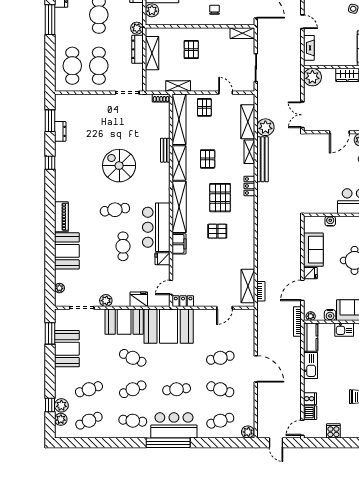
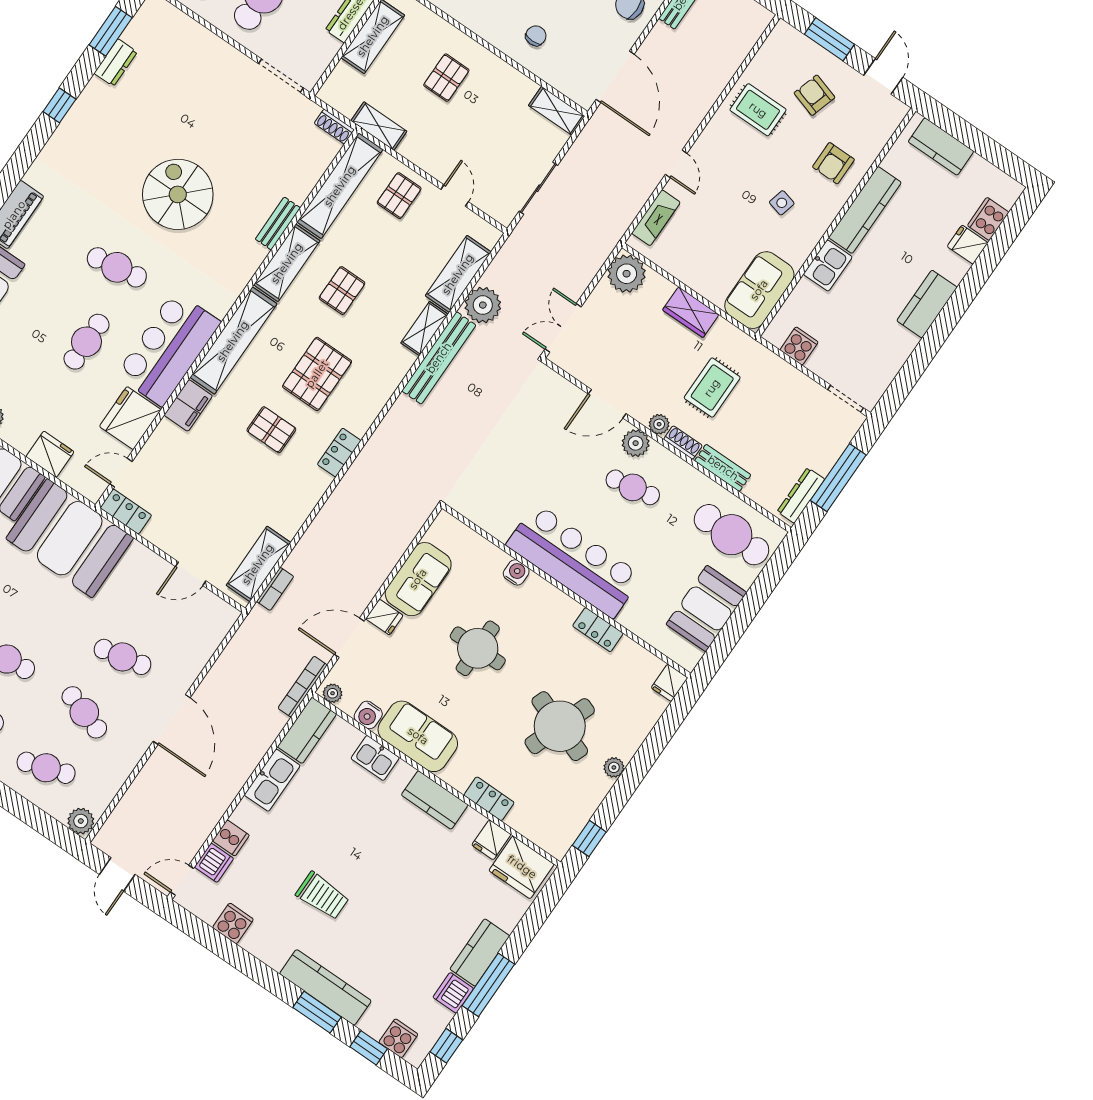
locker: (249, 186) -> (339, 453), moved
water cooler: (330, 221) -> (516, 572), moved
fridge: (162, 259) -> (130, 418), width x1.88, depth x1.34

